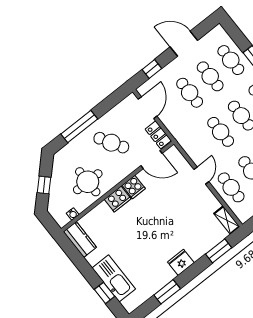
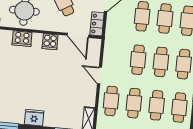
door: (201, 176) -> (100, 76), swing flipped
cooker: (118, 199) -> (22, 39), moved

